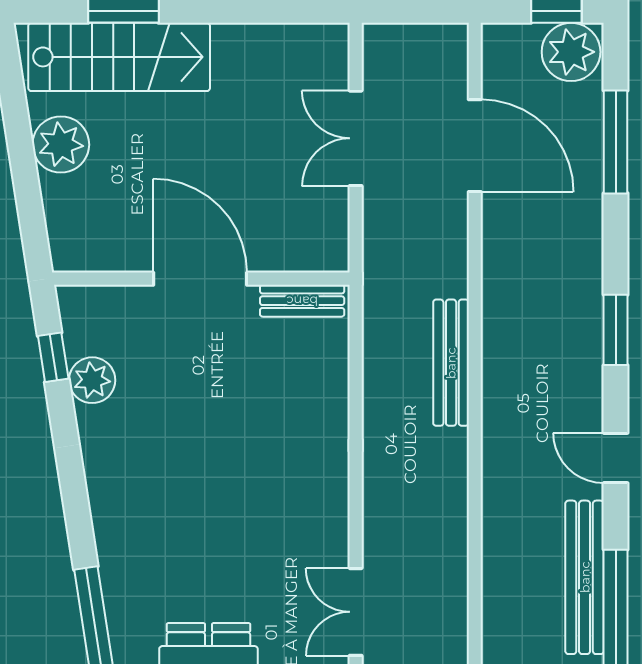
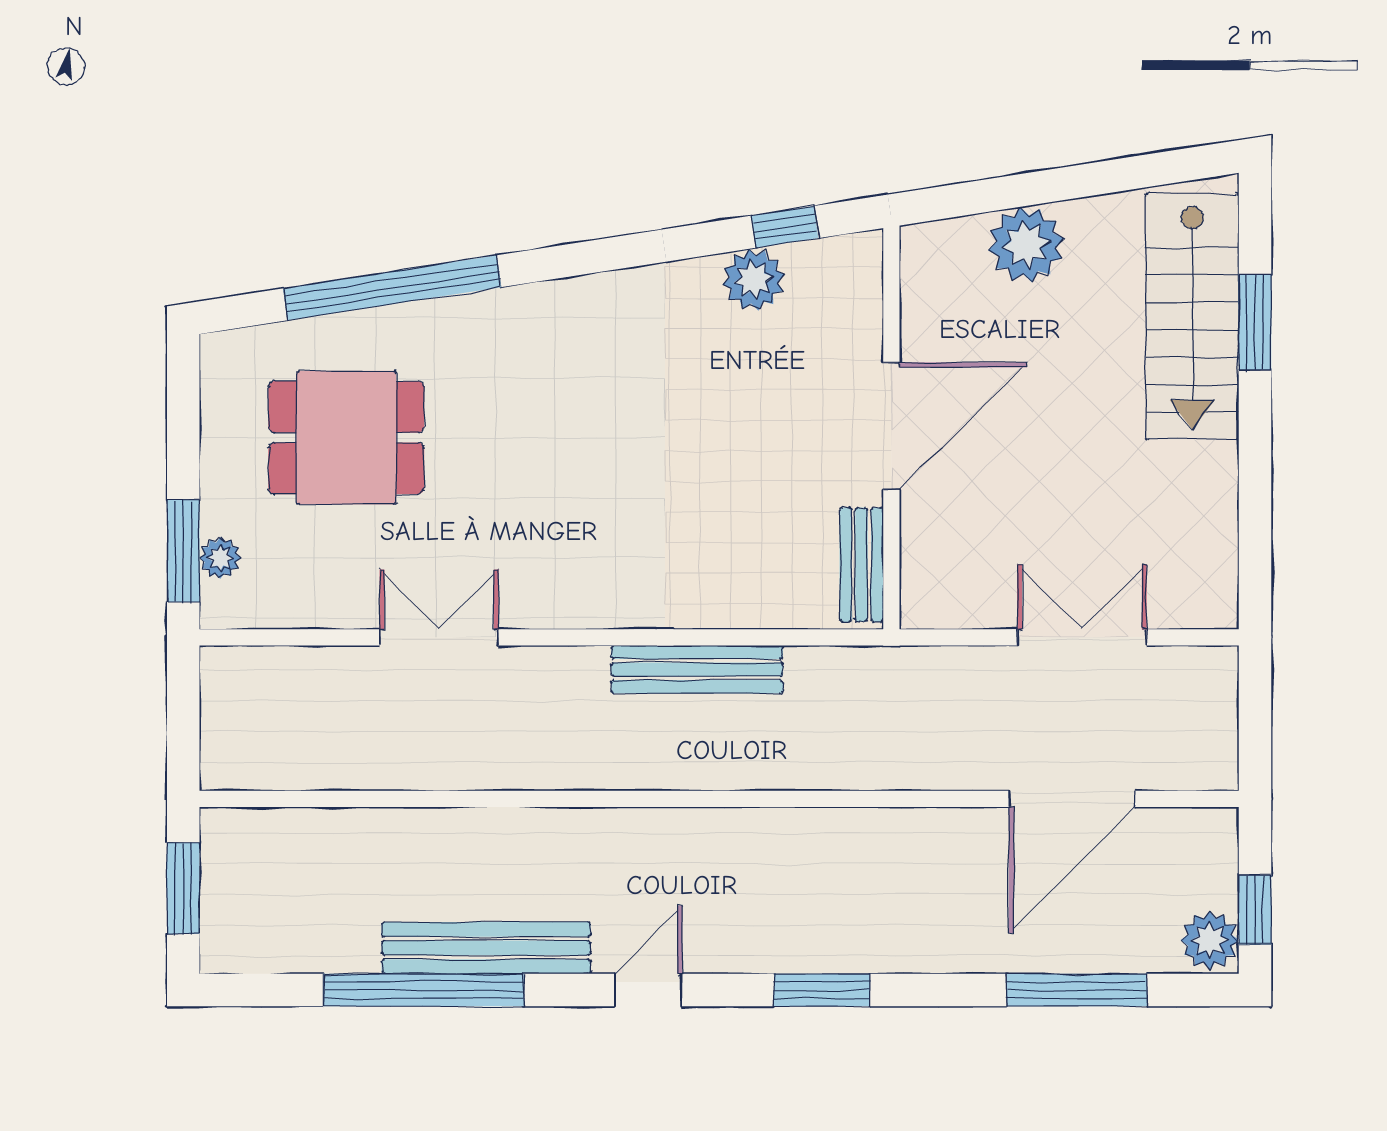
plant: (571, 52) -> (1210, 940), width x0.73, depth x0.73
plant: (61, 144) -> (1026, 245), moved
bench: (451, 363) -> (697, 669), moved

